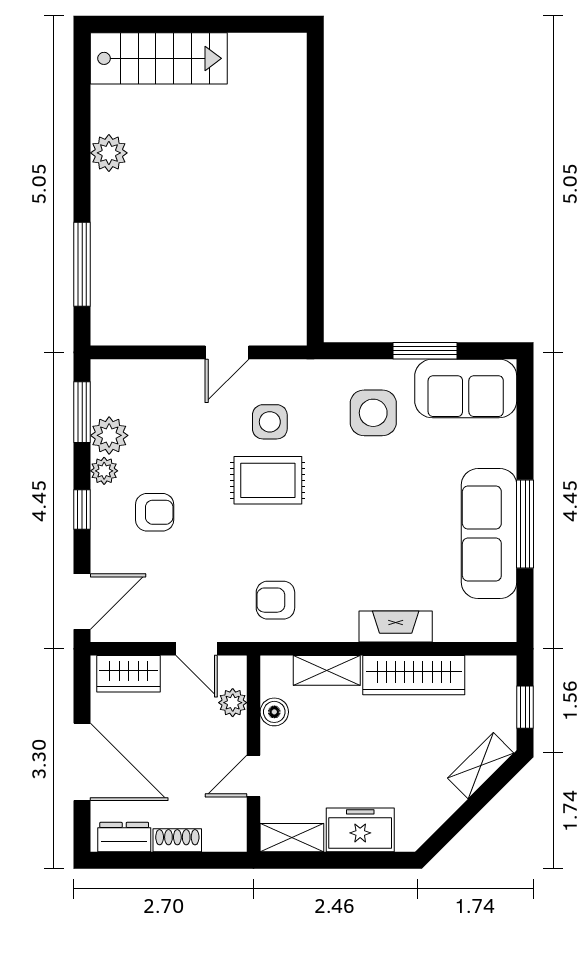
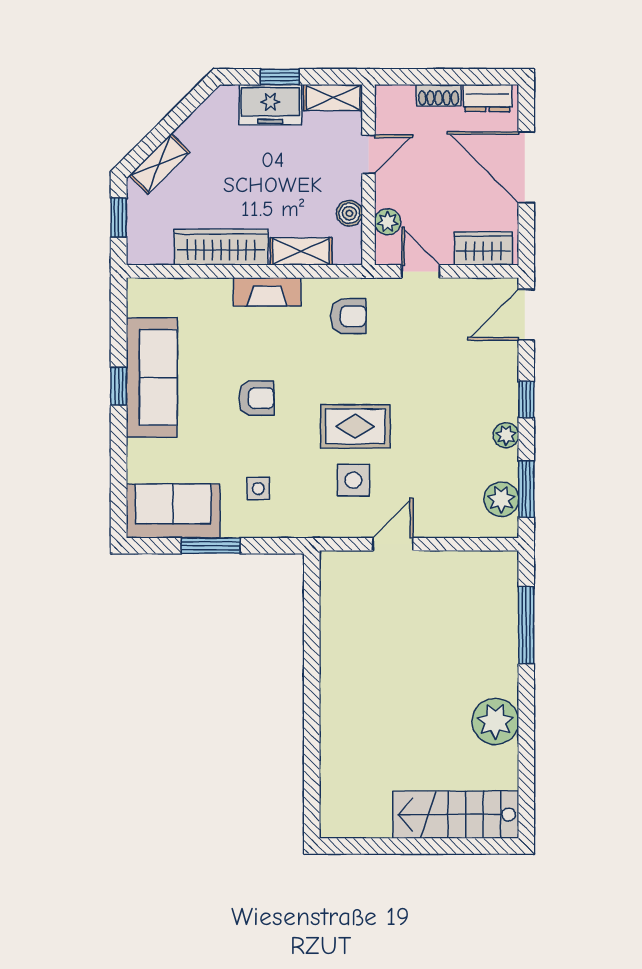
plant: (109, 153) -> (495, 721), width x1.36, depth x1.36
side table: (373, 413) -> (258, 488), width x0.54, depth x0.54
plant: (109, 435) -> (501, 499), moved
armchair: (155, 512) -> (256, 398), moved, turned 180
window: (525, 524) -> (119, 386), width x0.46
fireplace: (396, 627) -> (267, 292), moved
window: (350, 860) -> (280, 77), added

